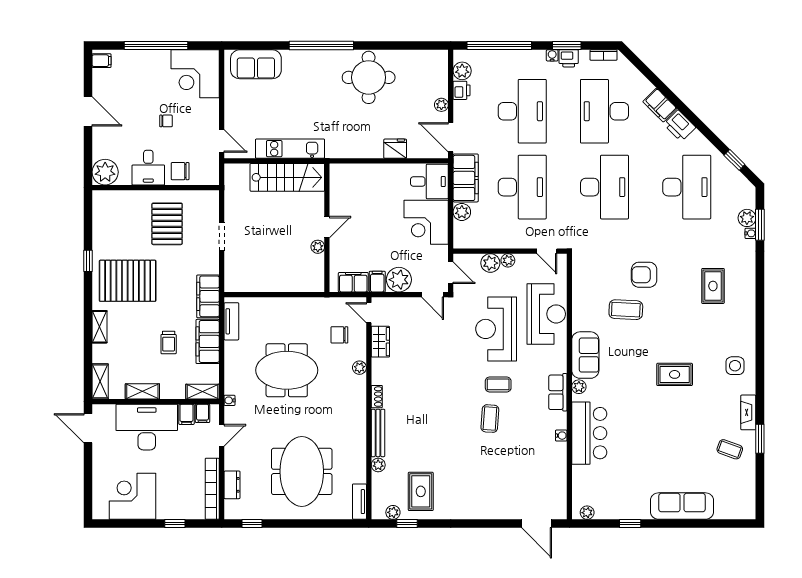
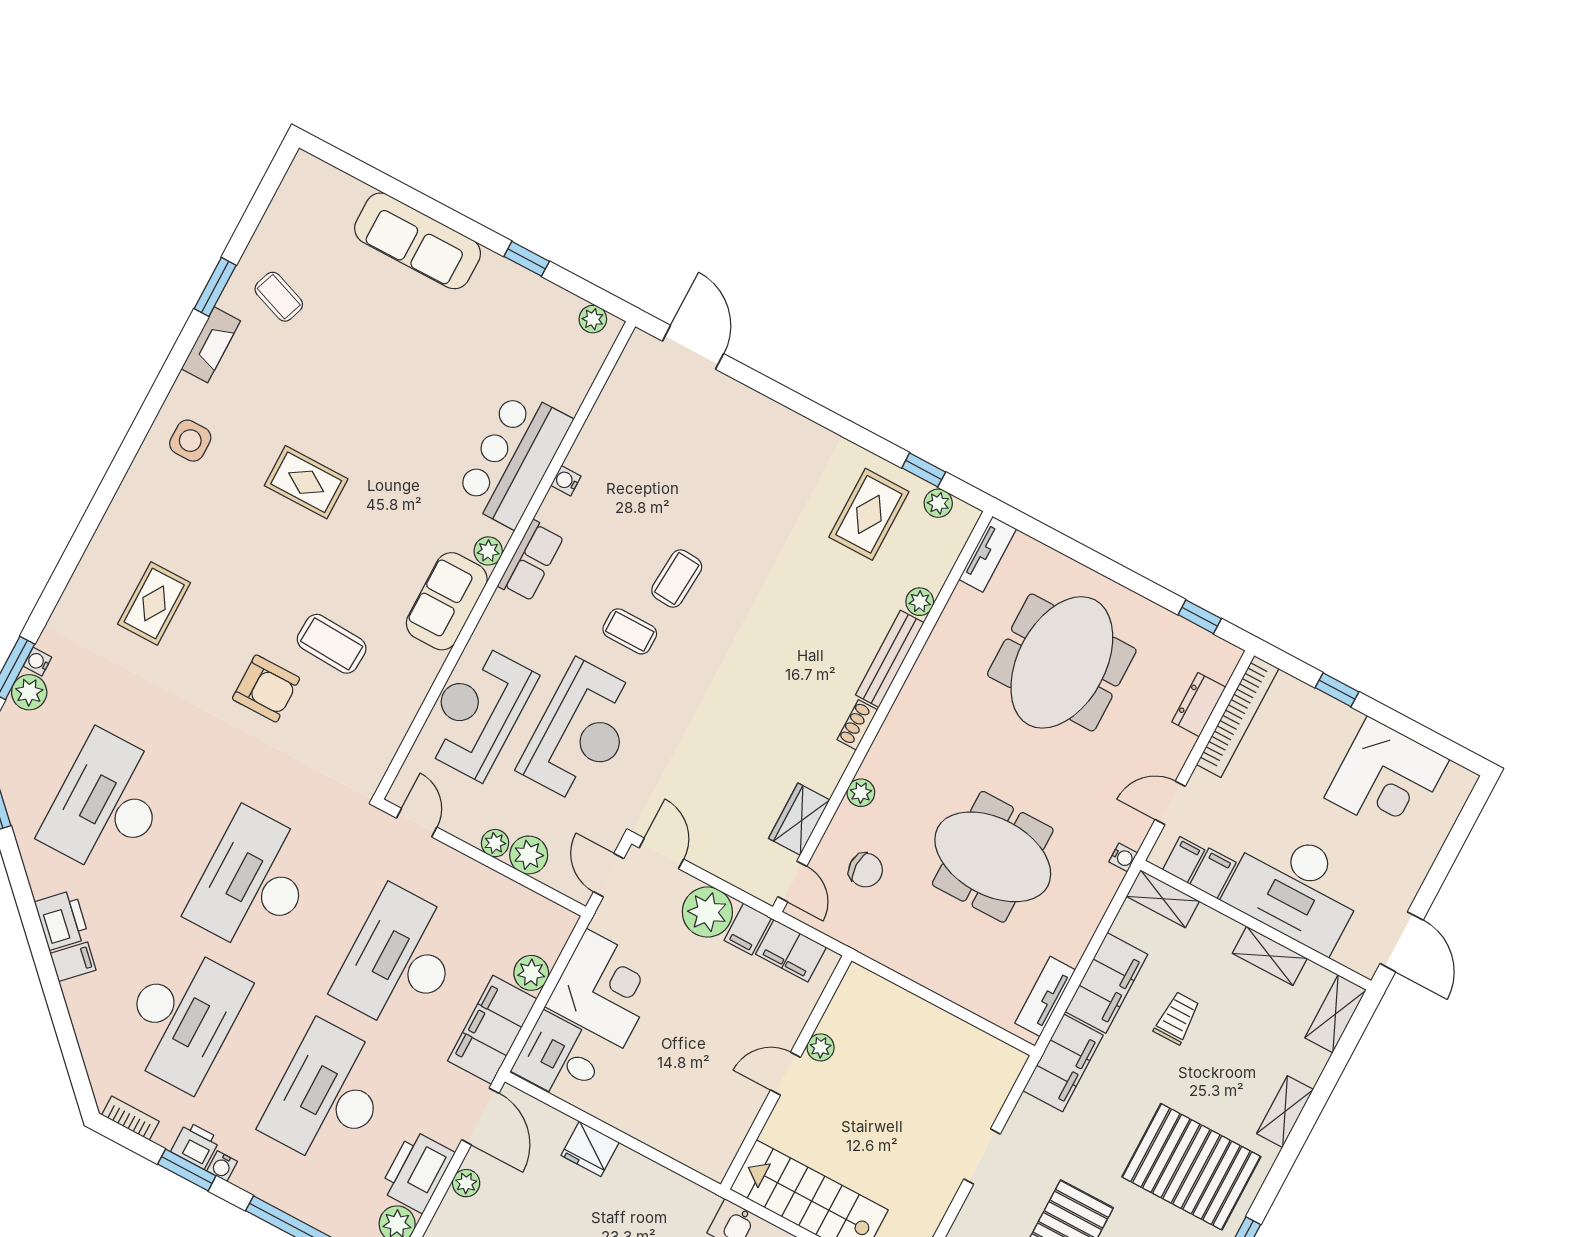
printer: (462, 90) -> (417, 1171), width x1.87, depth x1.48
filing cabinet: (660, 105) -> (73, 962), width x0.50

